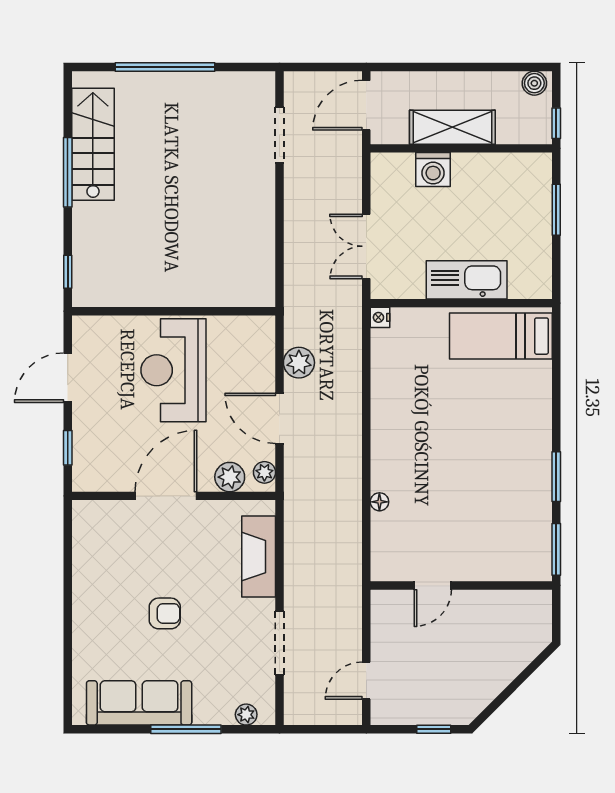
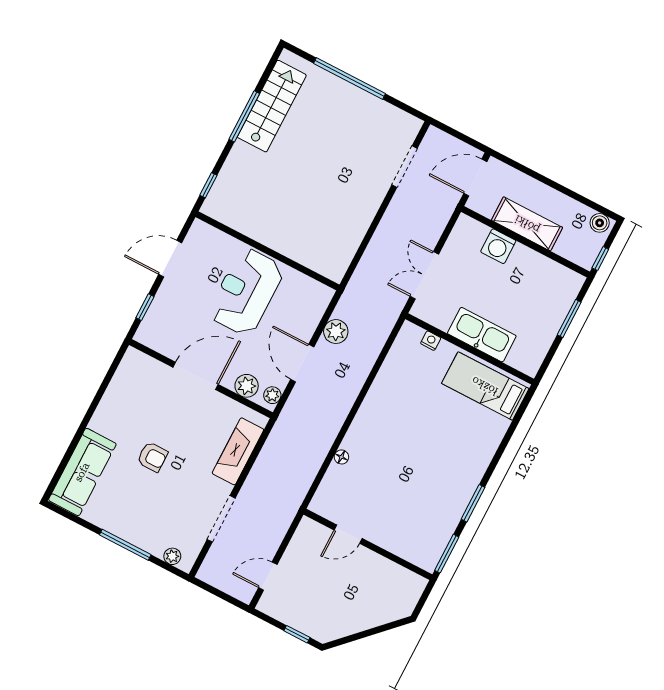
nightstand: (380, 317) -> (431, 341), moved, turned 90
sofa: (139, 703) -> (82, 472), moved, turned 90

